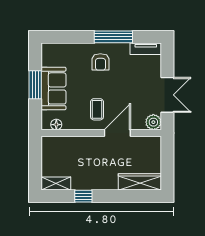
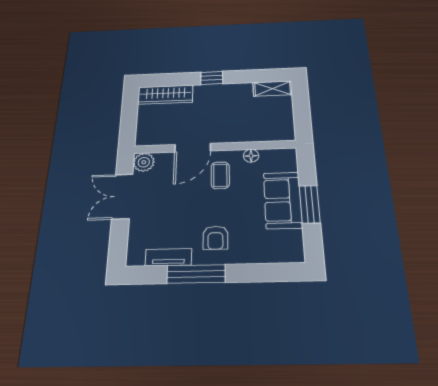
tv unit: (146, 49) -> (168, 257), moved
armchair: (100, 62) -> (215, 238), turned 180
floor lamp: (56, 125) -> (251, 156), moved
window: (83, 196) -> (212, 78), moved

